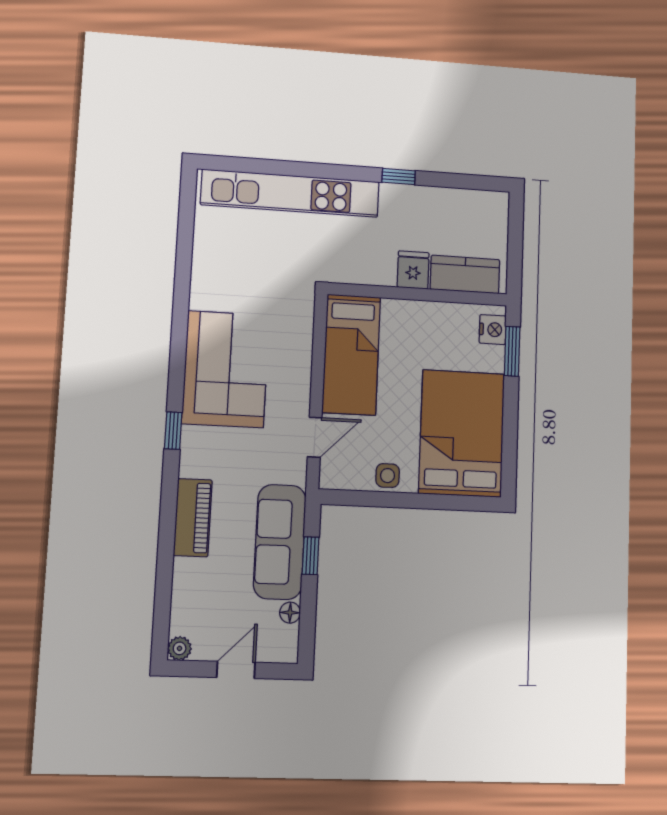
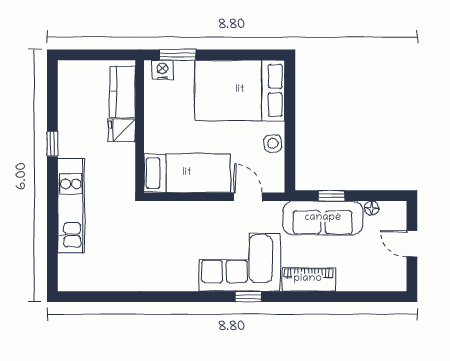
kitchen unit: (290, 193) -> (71, 206), width x0.73
corner sofa: (226, 369) -> (239, 262), moved
plant: (180, 648) -> (398, 283), removed

